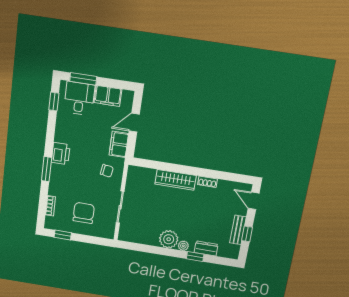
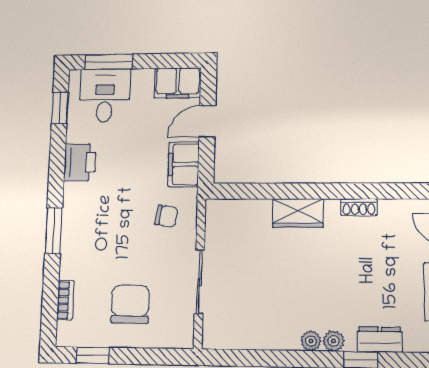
filing cabinet: (108, 96) -> (178, 83), moved
printer: (61, 154) -> (80, 162), moved
wardrobe: (176, 180) -> (298, 213), width x0.67
plant: (169, 239) -> (311, 341), width x0.53, depth x0.53

